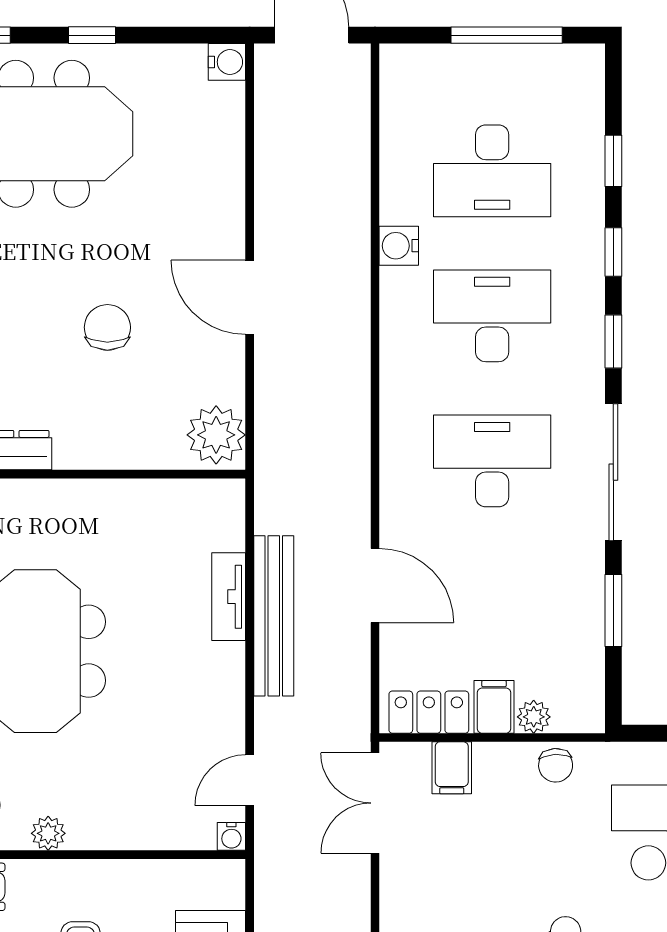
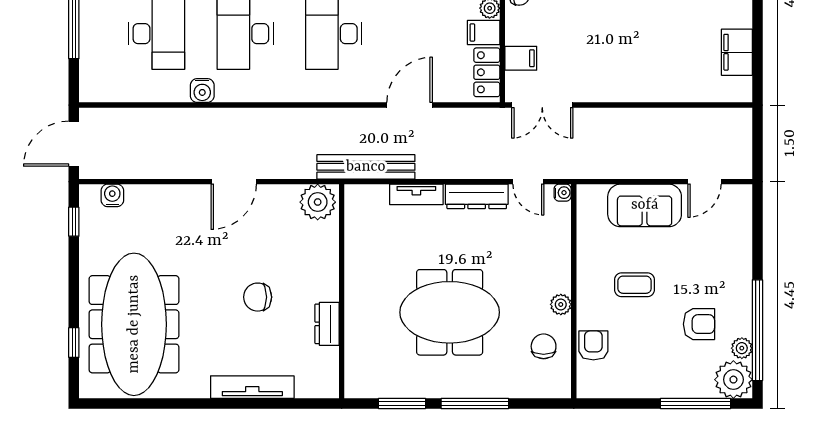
window: (92, 35) -> (74, 222), moved
water cooler: (227, 62) -> (112, 195), moved
chair: (107, 327) -> (258, 297), moved
bench: (274, 616) -> (366, 167), moved
dresser: (225, 695) -> (477, 196), added

